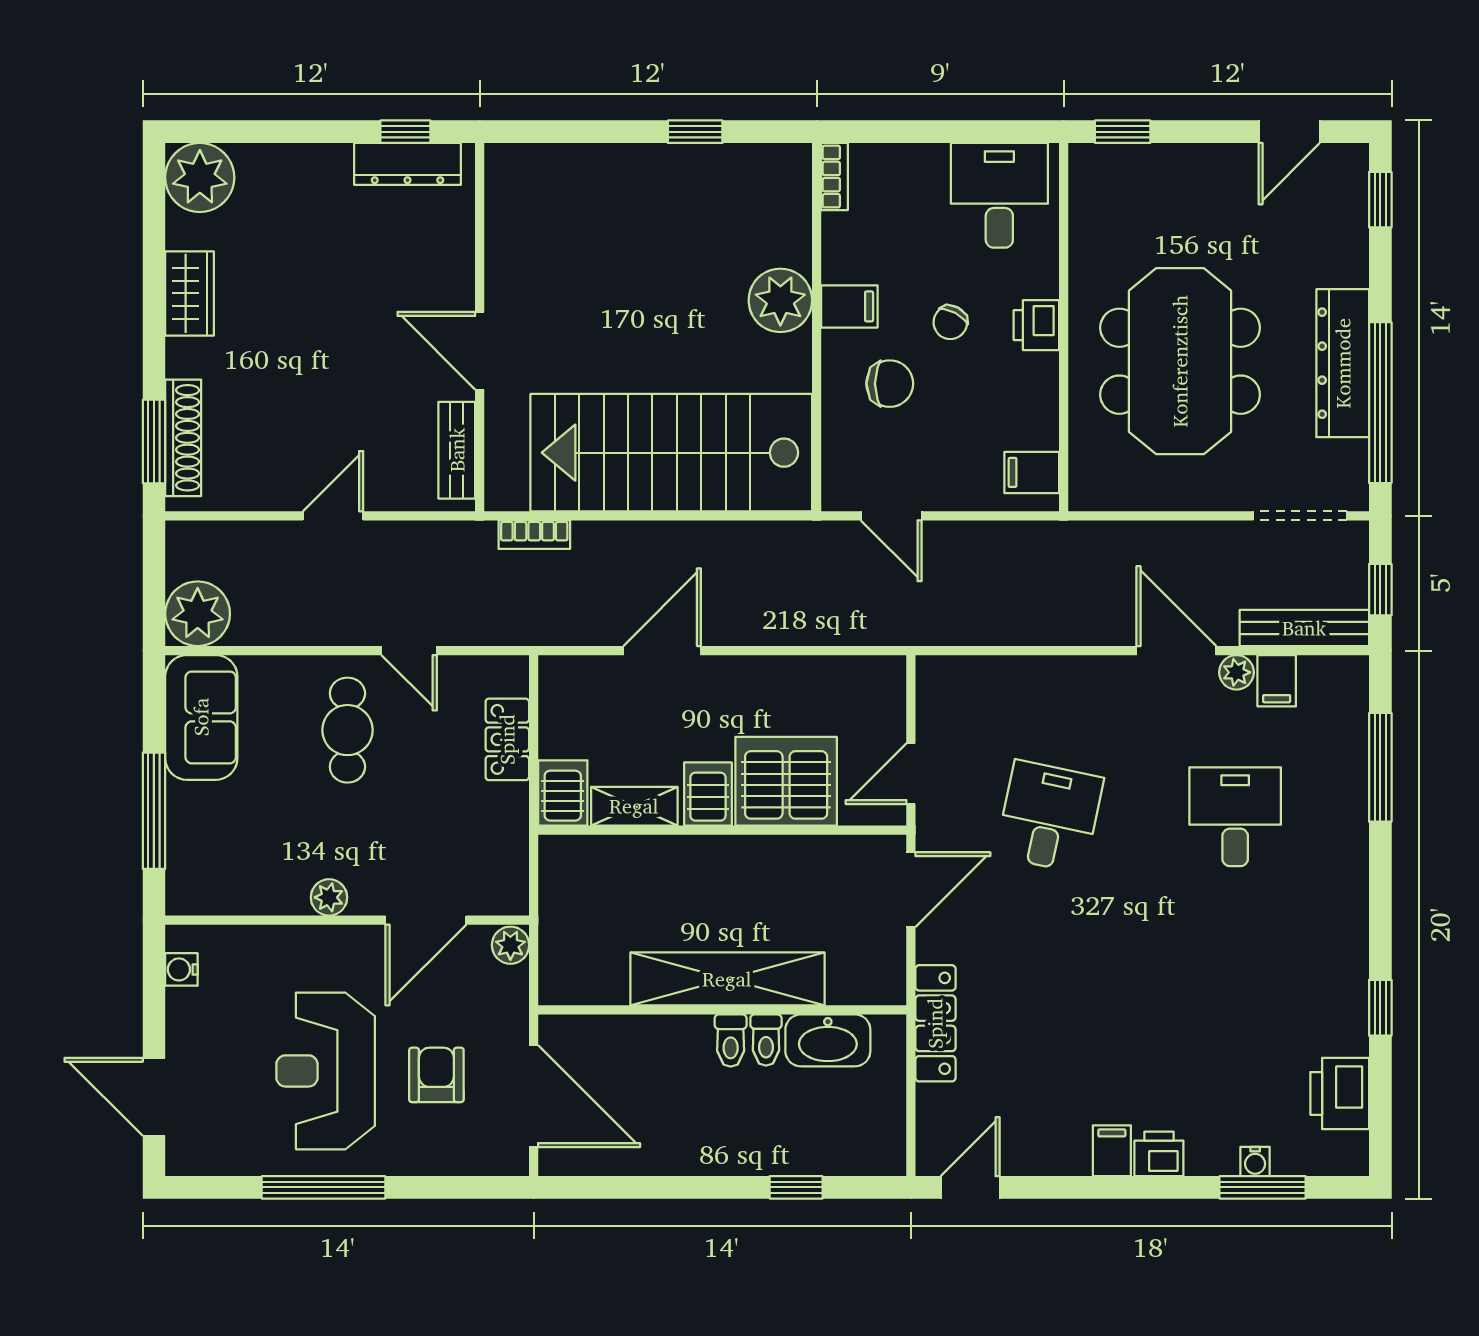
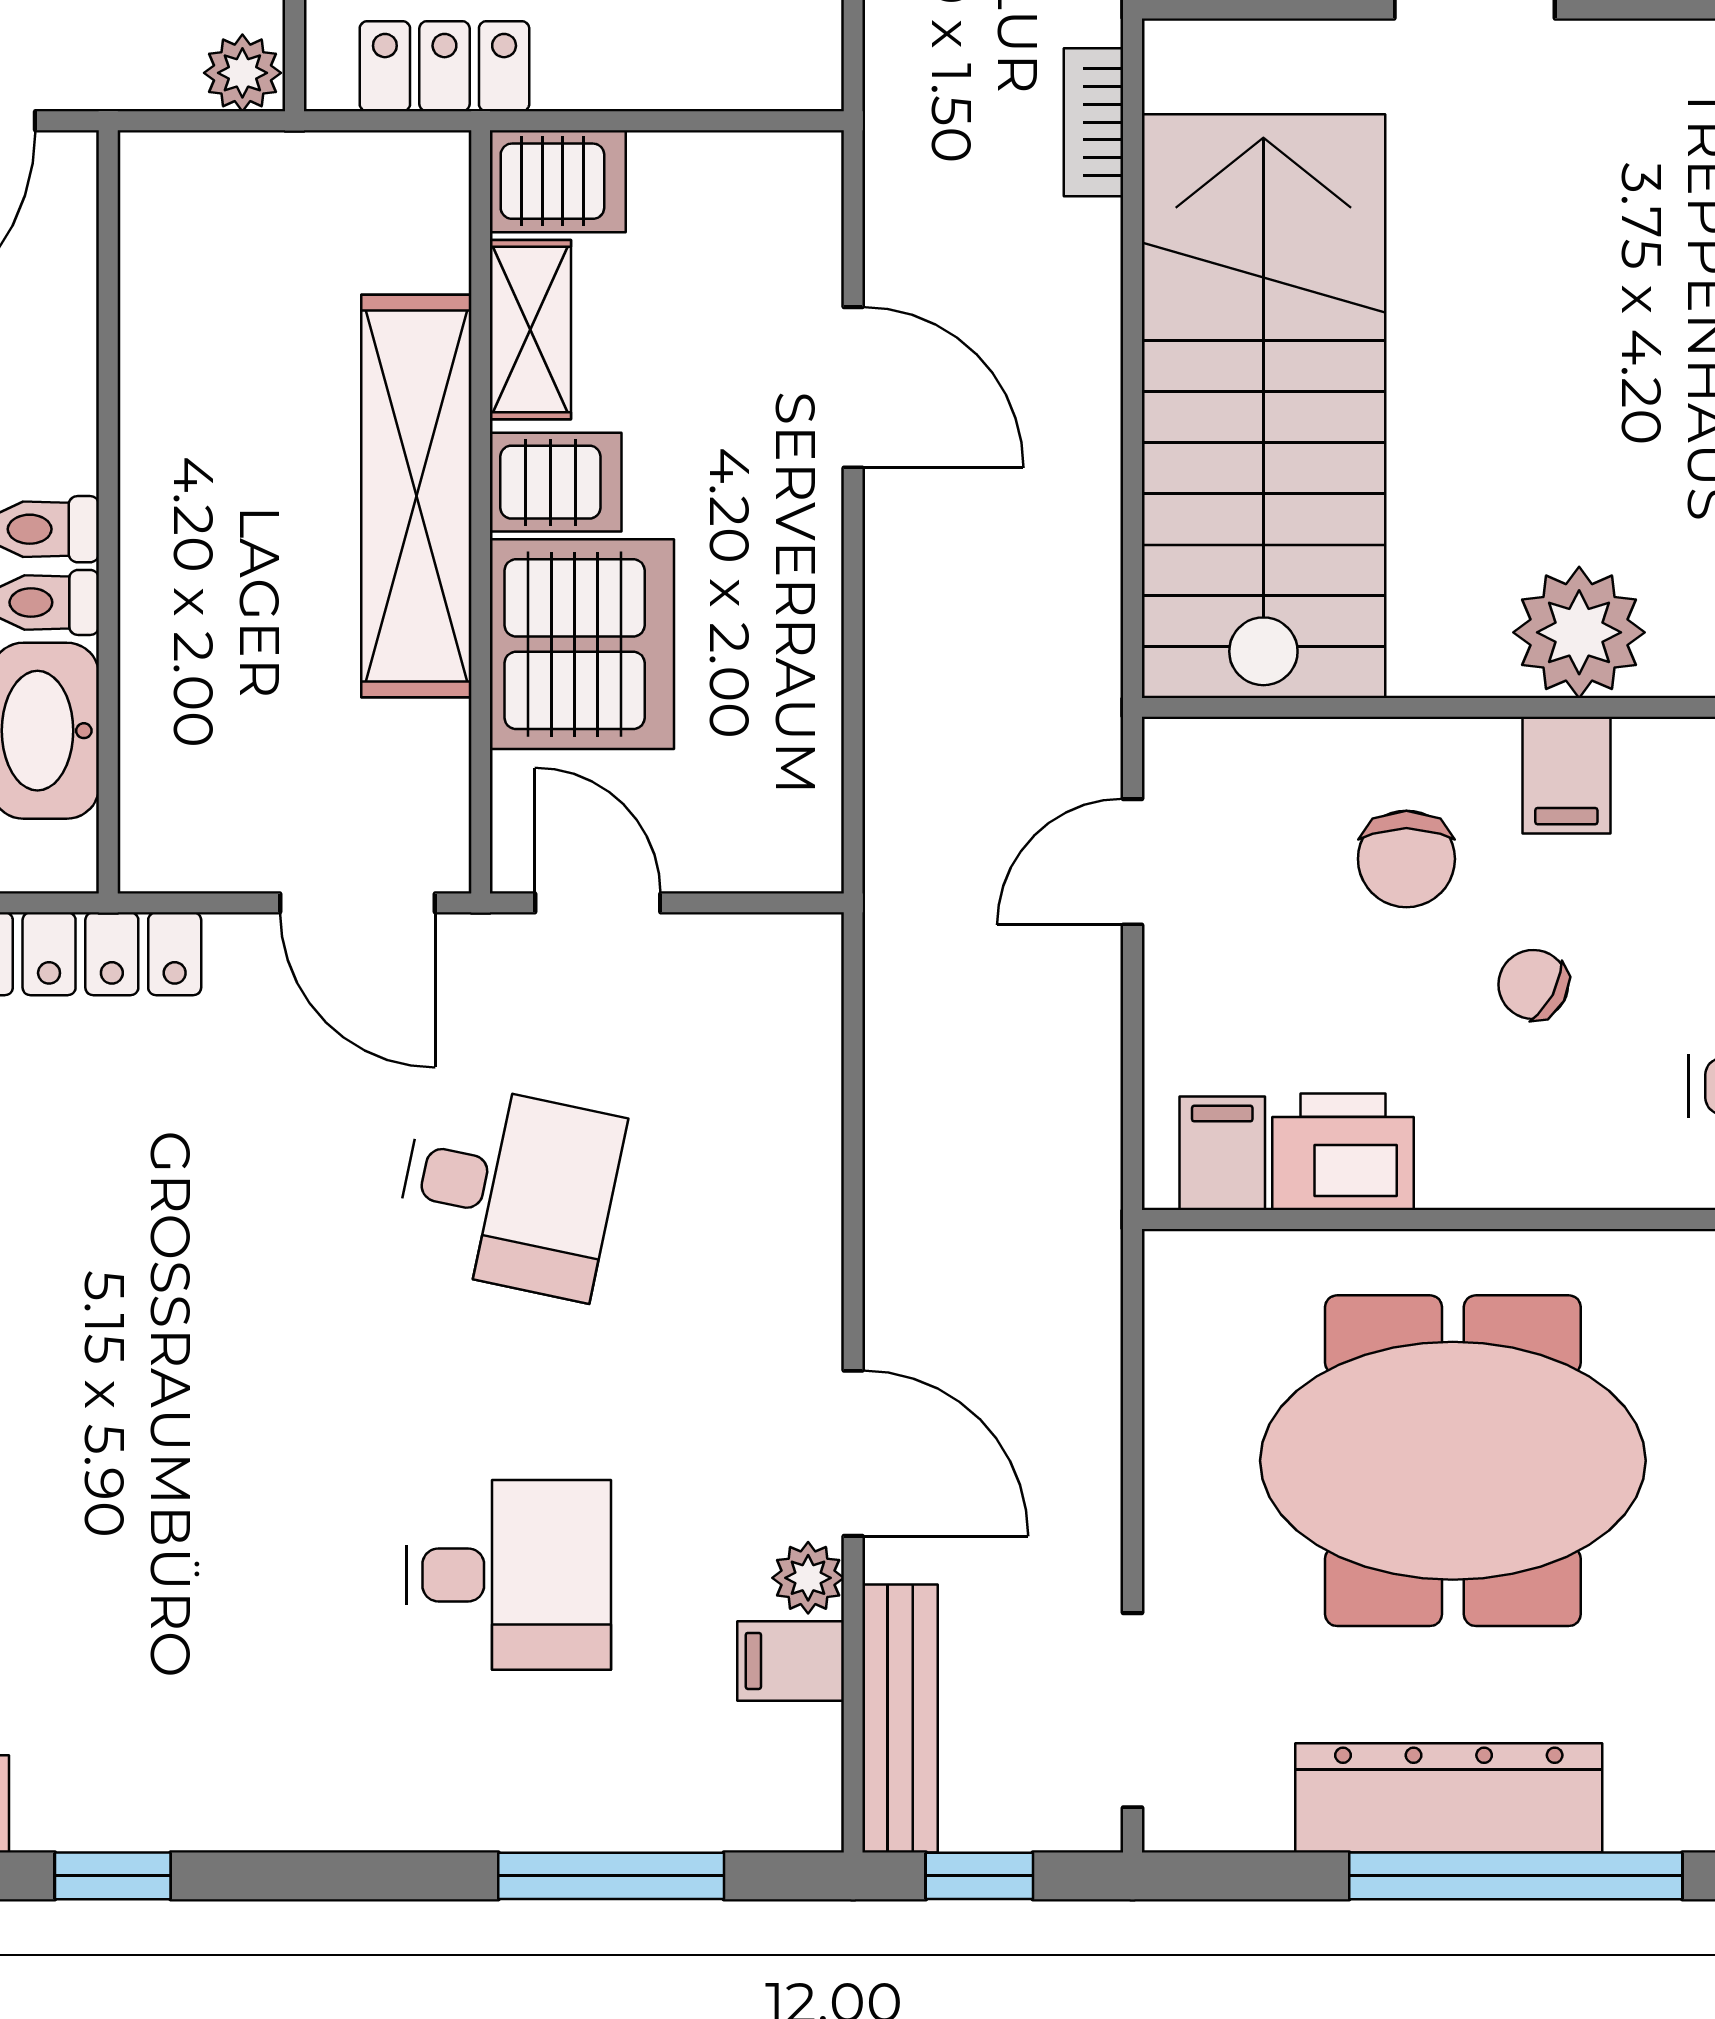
printer: (1036, 325) -> (1343, 1152), moved, width x1.36, depth x1.24
window: (1380, 403) -> (1516, 1876), moved
door: (1176, 651) -> (853, 1453), hinge flipped
locker: (507, 739) -> (444, 66), moved
shelving: (727, 979) -> (416, 496), moved

